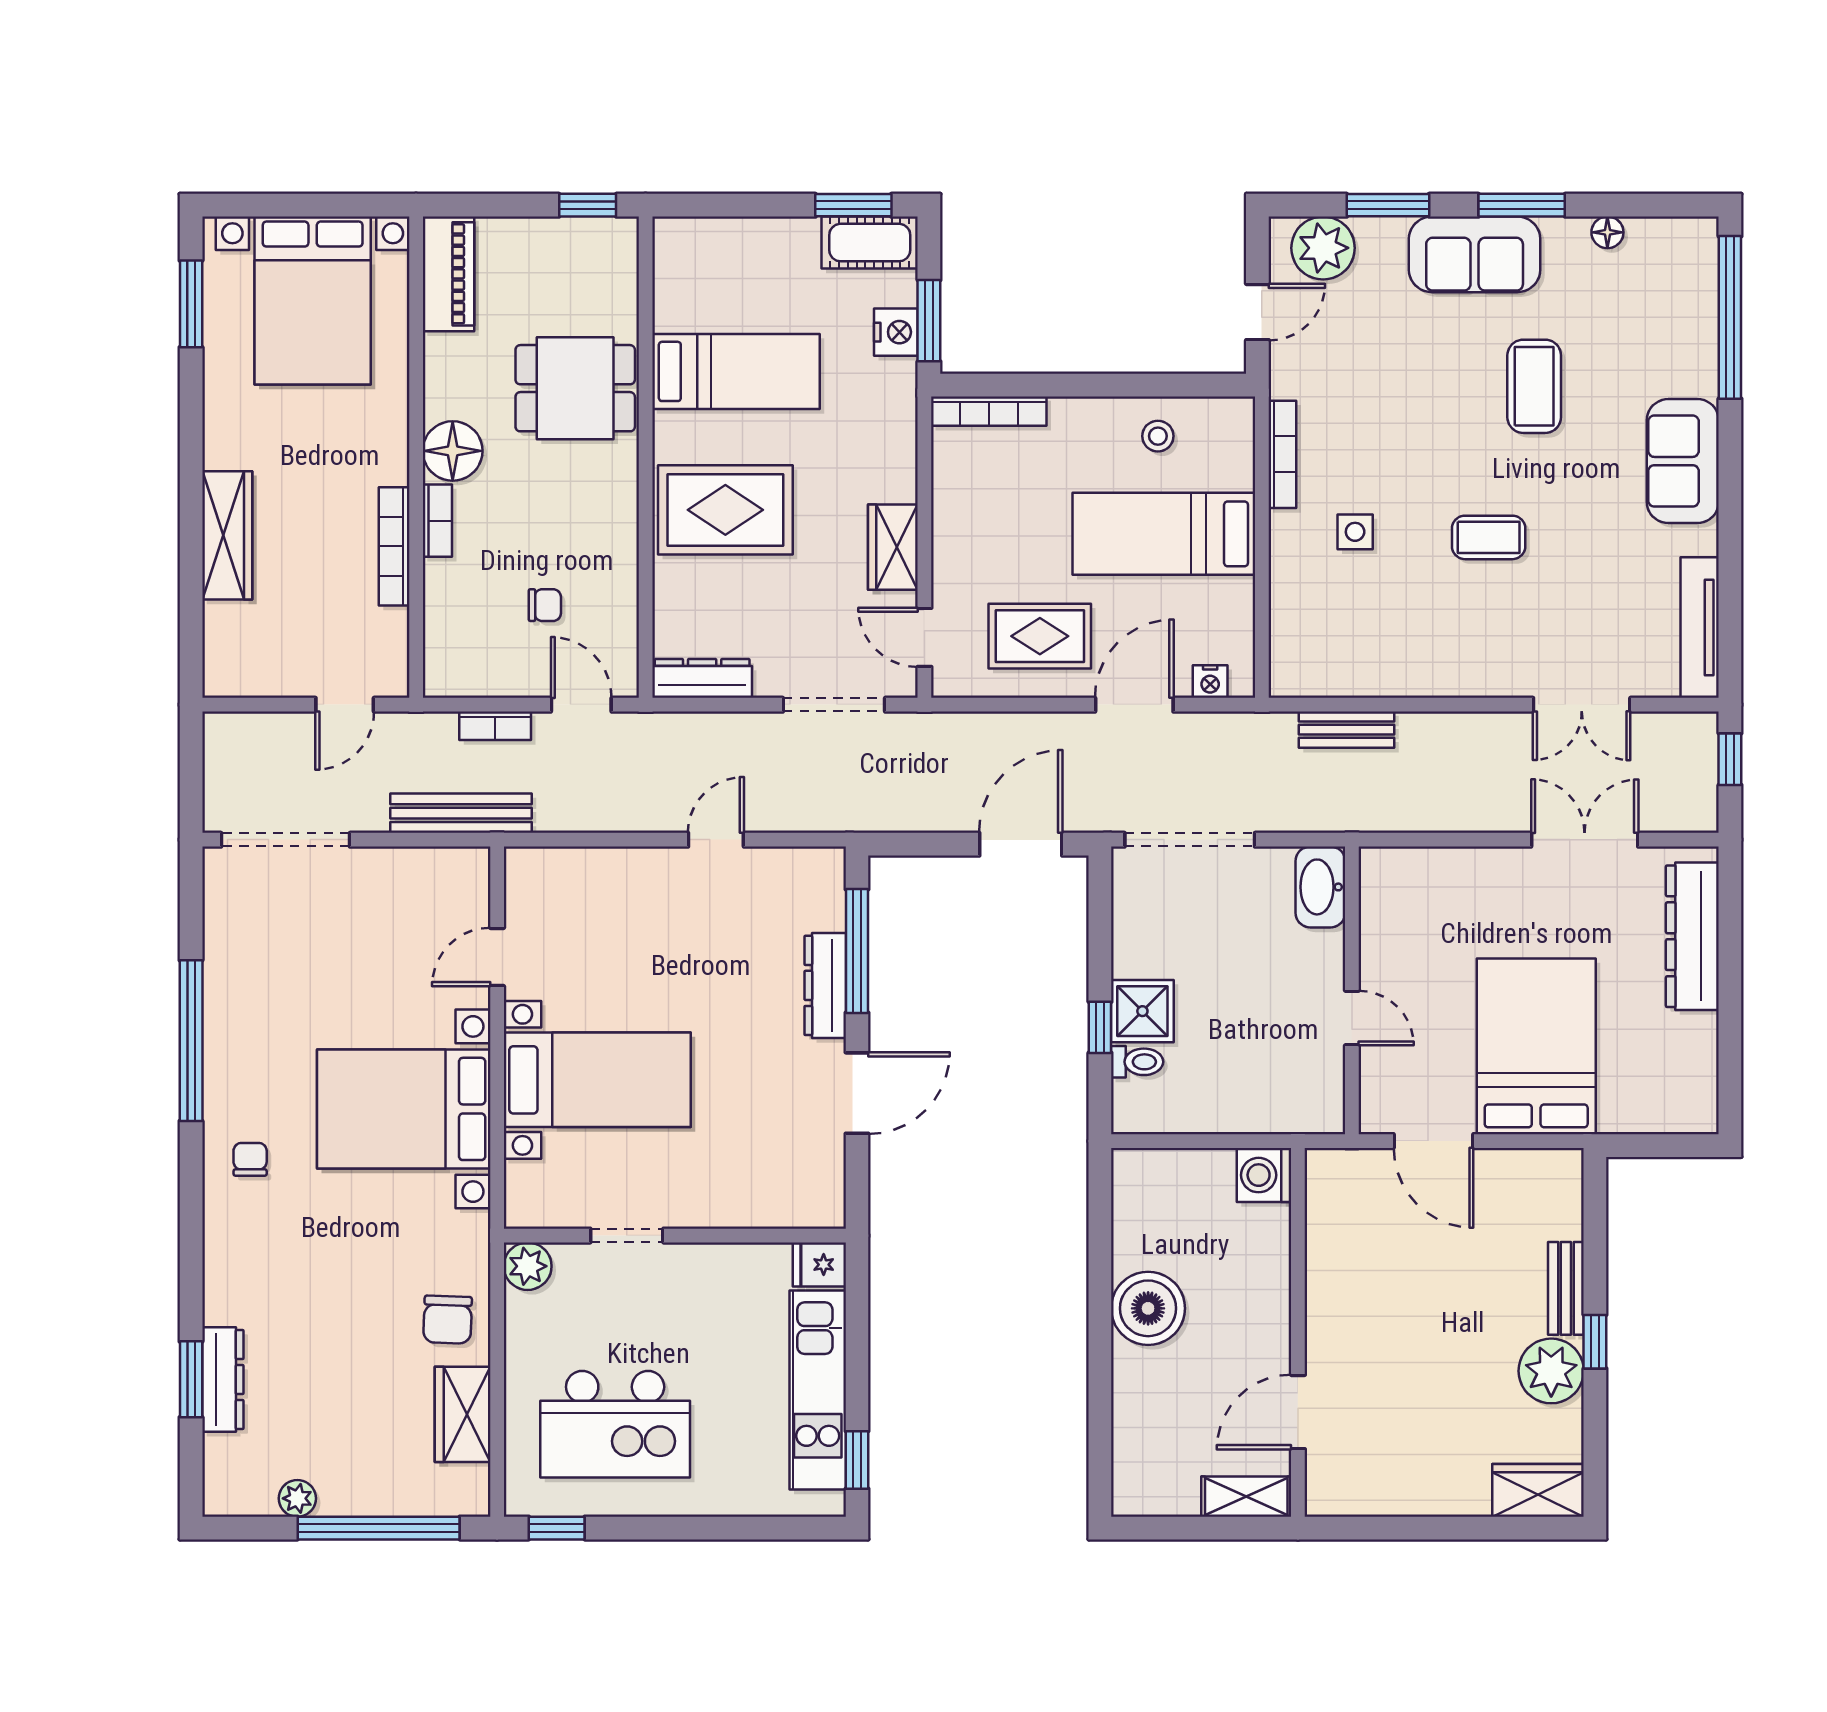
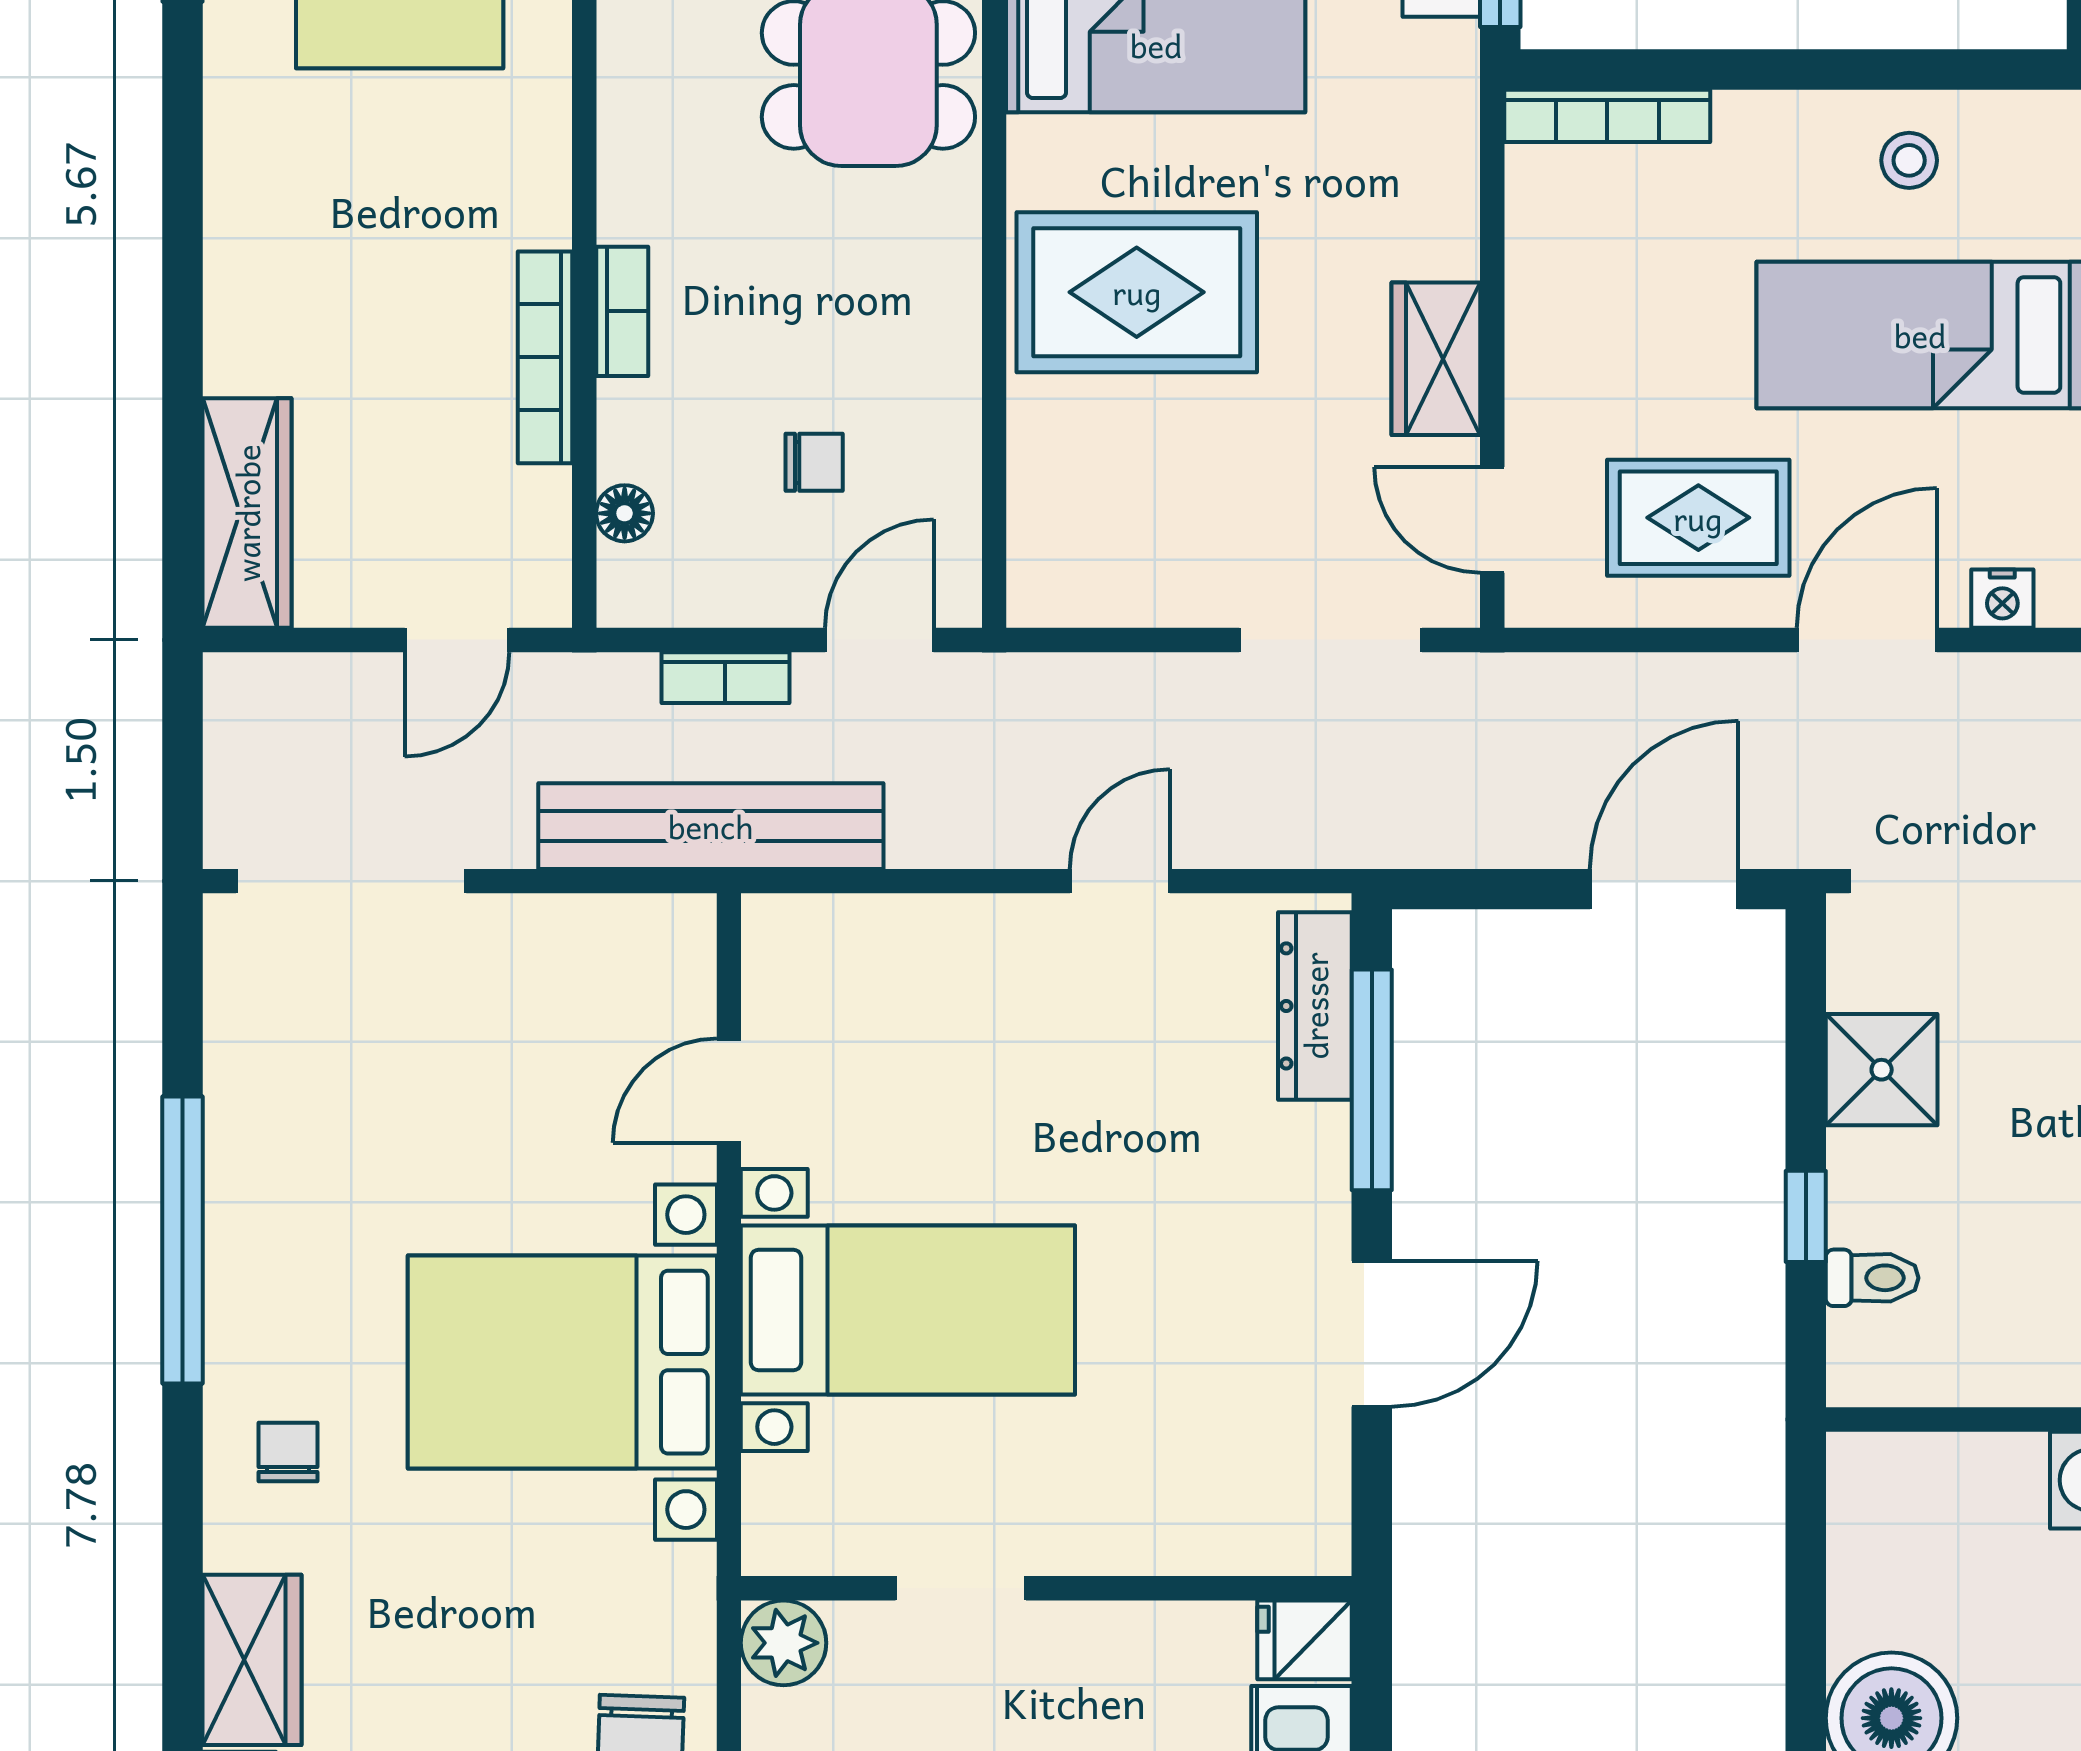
floor lamp: (453, 451) -> (625, 513), moved, width x0.53, depth x0.53
wardrobe: (227, 535) -> (247, 513), moved
dresser: (702, 678) -> (1095, 593), removed
door: (581, 705) -> (879, 640), hinge flipped
bench: (461, 813) -> (711, 826), width x1.37, depth x1.21
dresser: (825, 985) -> (1315, 1006), moved
shower: (1142, 1011) -> (1882, 1070), moved
wardrobe: (230, 1276) -> (252, 1660), added

